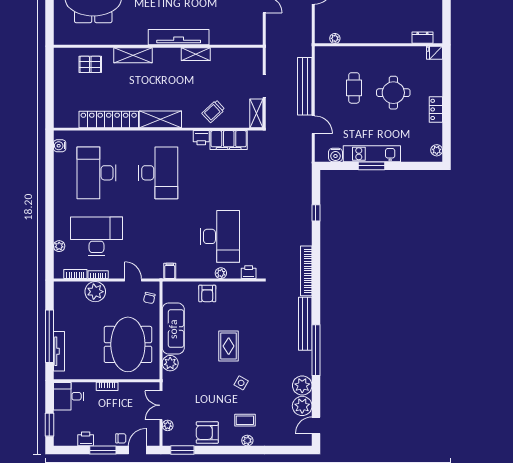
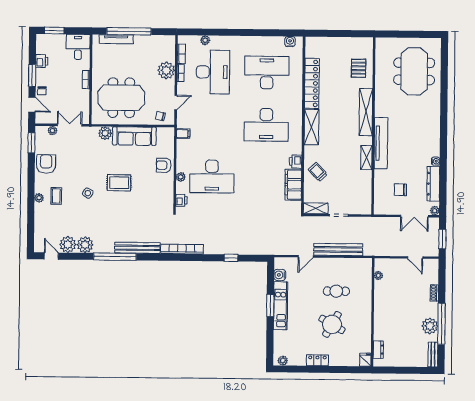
chair: (233, 14) -> (400, 190), added
shelving: (133, 55) -> (366, 112), width x1.47
round table: (393, 93) -> (332, 324), turned 30

